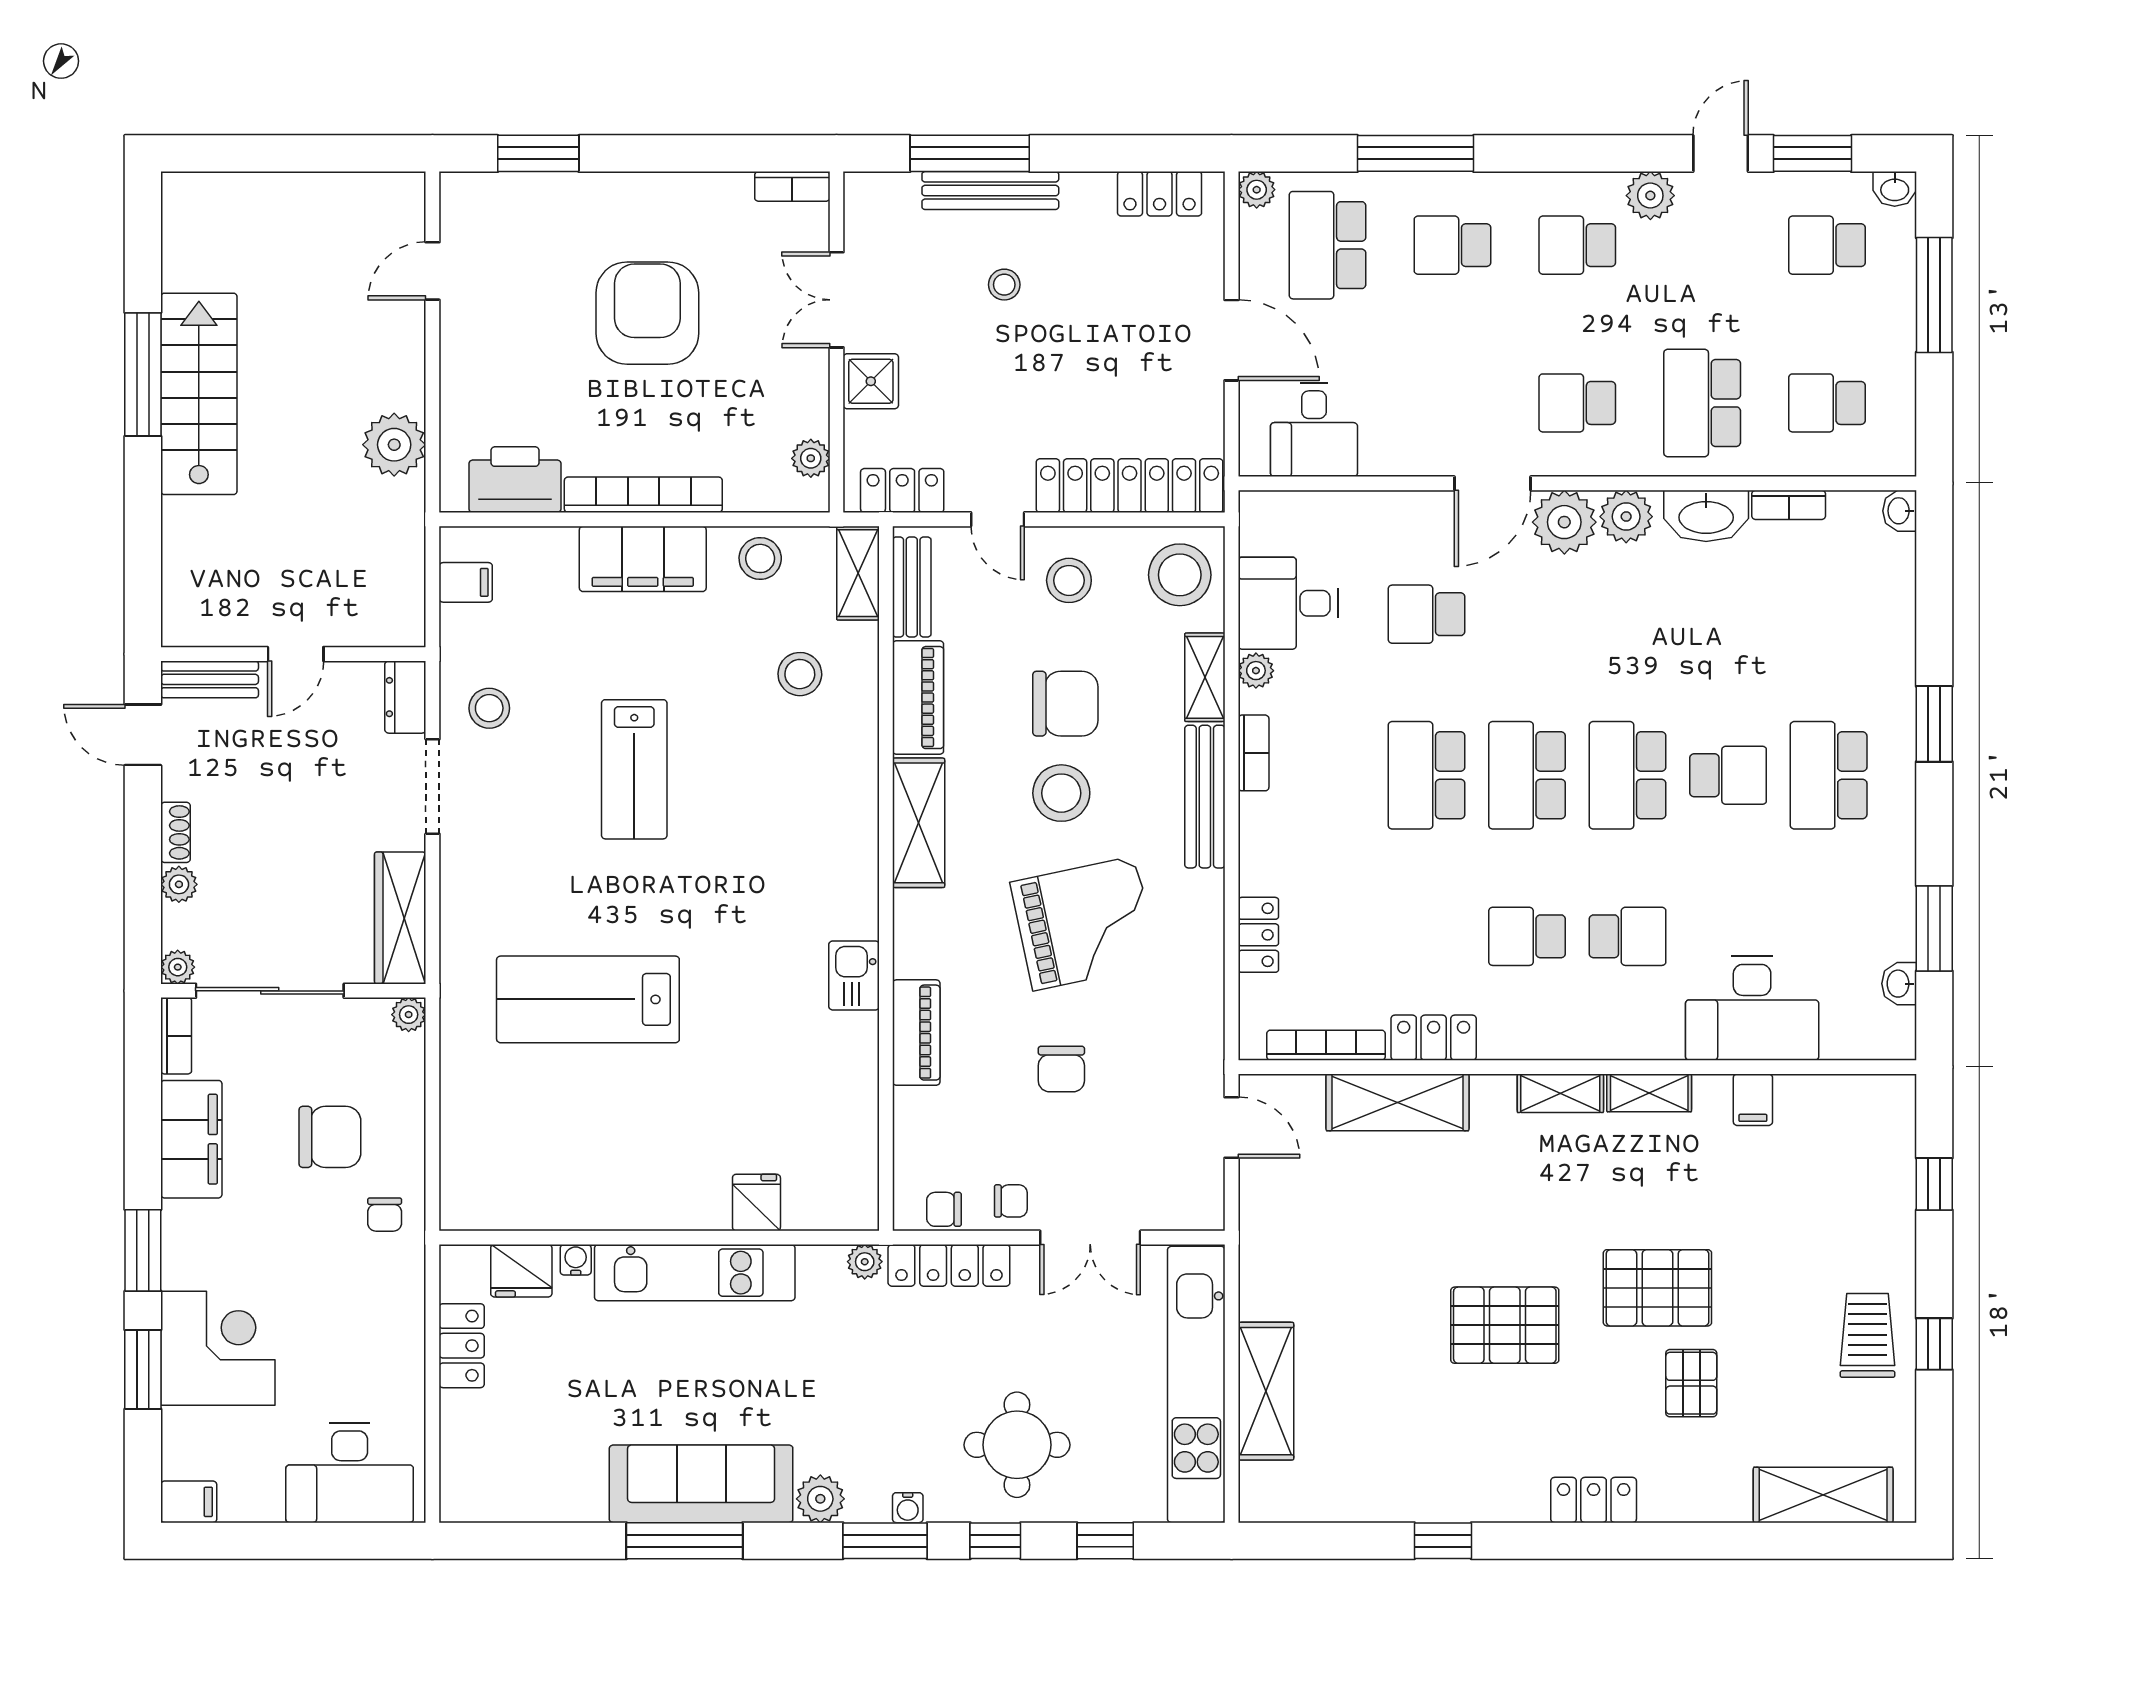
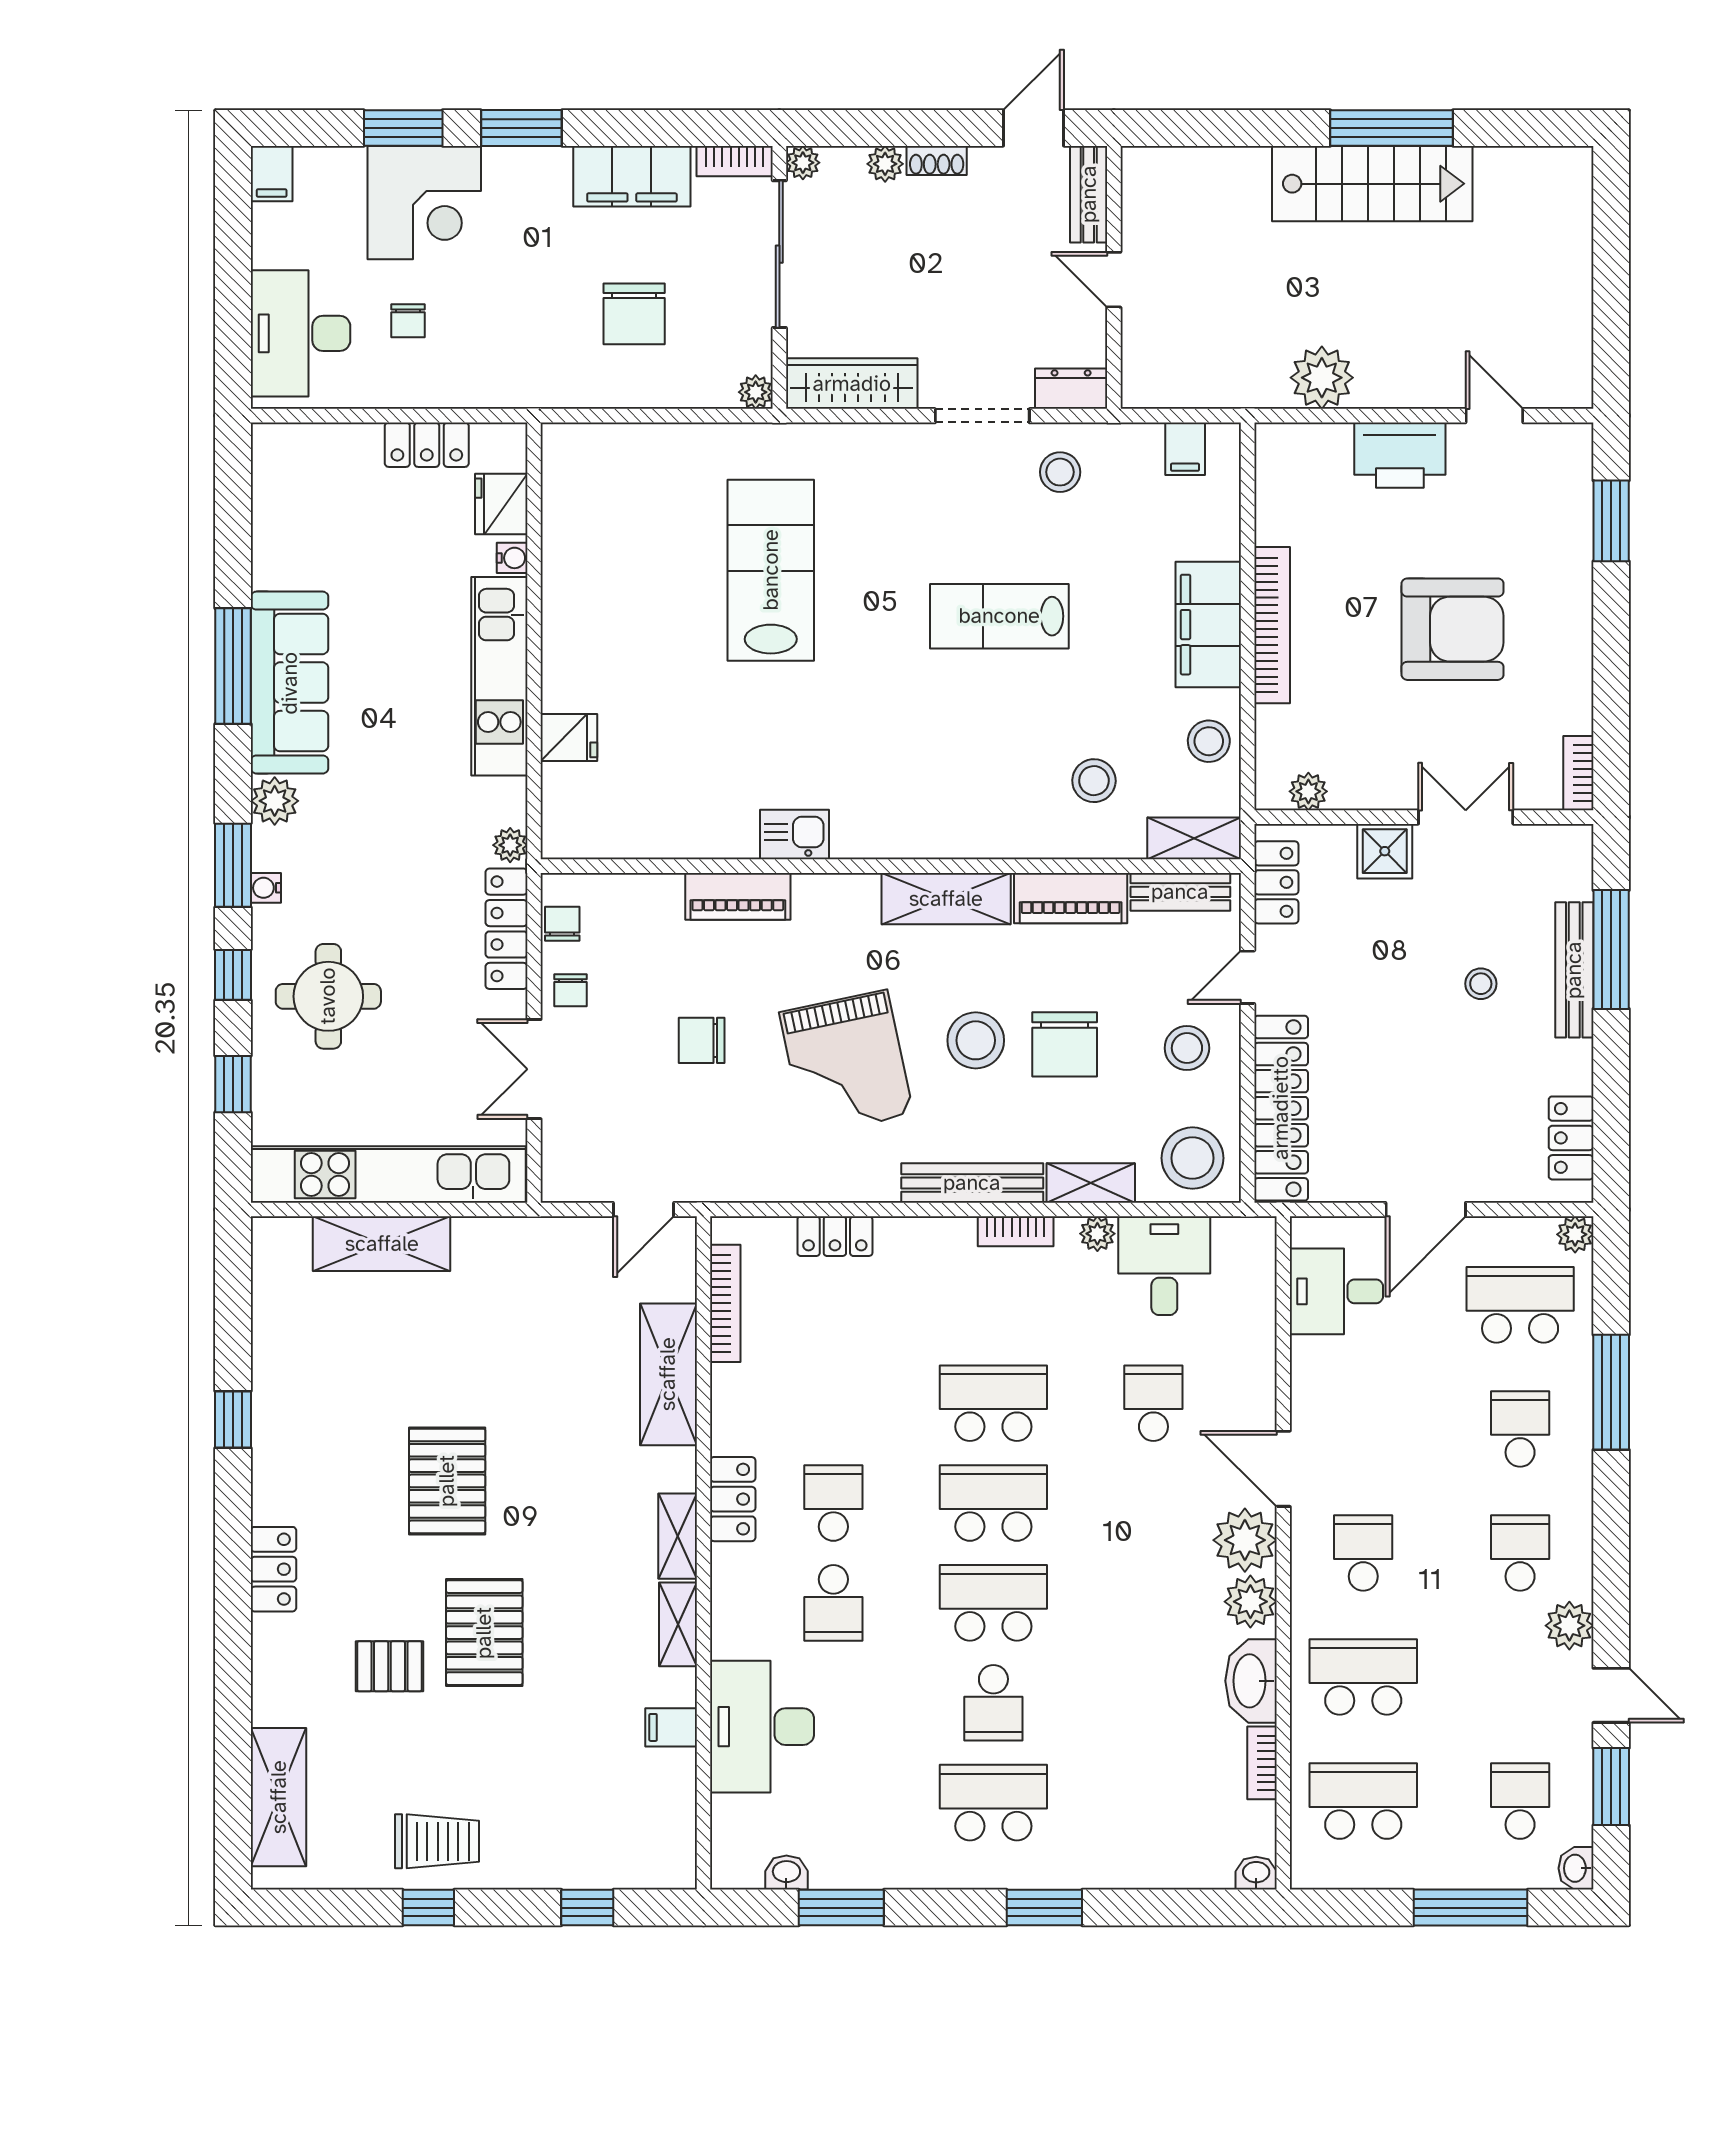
school desk: (1827, 403) -> (1363, 1801), width x1.85
printer: (515, 480) -> (1400, 455), moved, turned 90
locker: (1434, 1038) -> (733, 1499), moved
chair: (385, 1215) -> (408, 321), moved, turned -90

